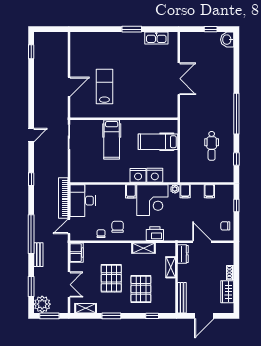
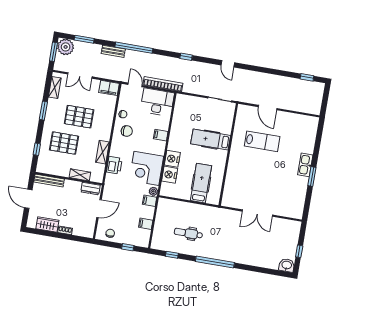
kitchen sink: (156, 38) -> (305, 165), moved
filing cabinet: (131, 191) -> (161, 135), moved

